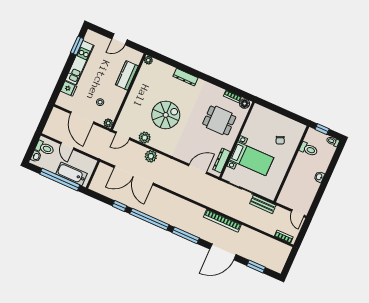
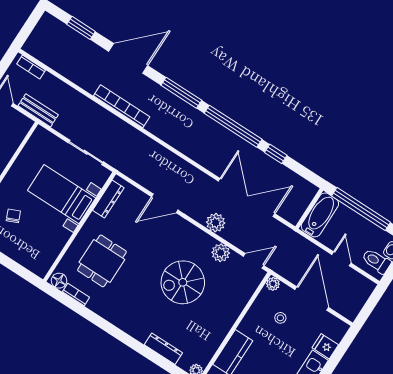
dresser: (185, 77) -> (163, 349), moved
dining table: (219, 120) -> (102, 261), turned 90
door: (198, 169) -> (165, 203), moved
bathtub: (71, 174) -> (320, 215), moved, turned -90
bench: (263, 204) -> (38, 110), moved

